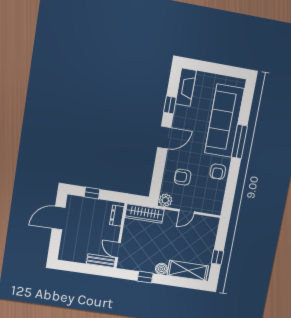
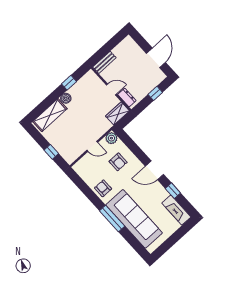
door: (164, 137) -> (154, 170), hinge flipped
armchair: (183, 177) -> (118, 162), turned 90
door: (187, 212) -> (92, 146), swing flipped
wardrobe: (145, 213) -> (118, 113), width x0.67
door: (118, 250) -> (111, 89), moved
window: (217, 257) -> (51, 152), moved

